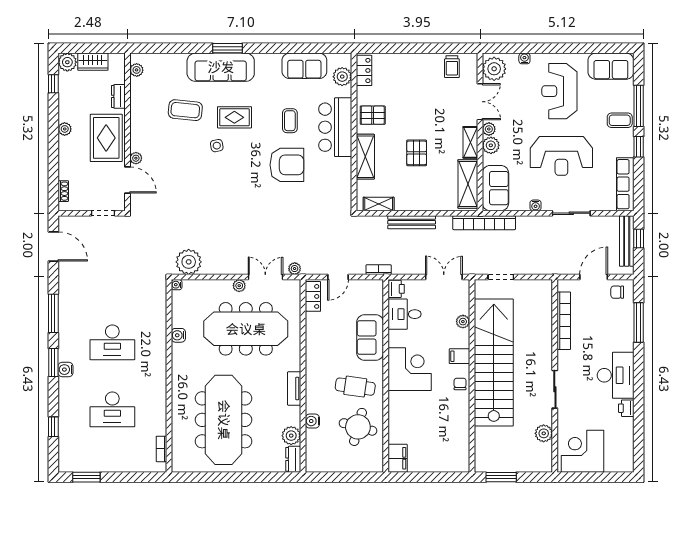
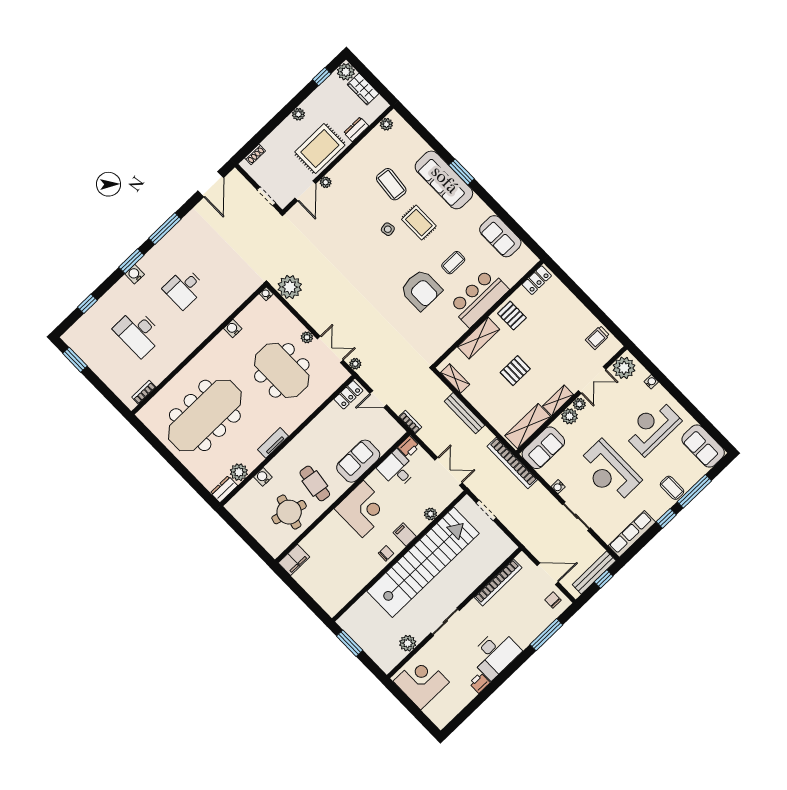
plant: (342, 77) -> (518, 269), removed
meeting table: (246, 329) -> (282, 370), width x0.73
desk: (112, 342) -> (184, 288), width x0.73

